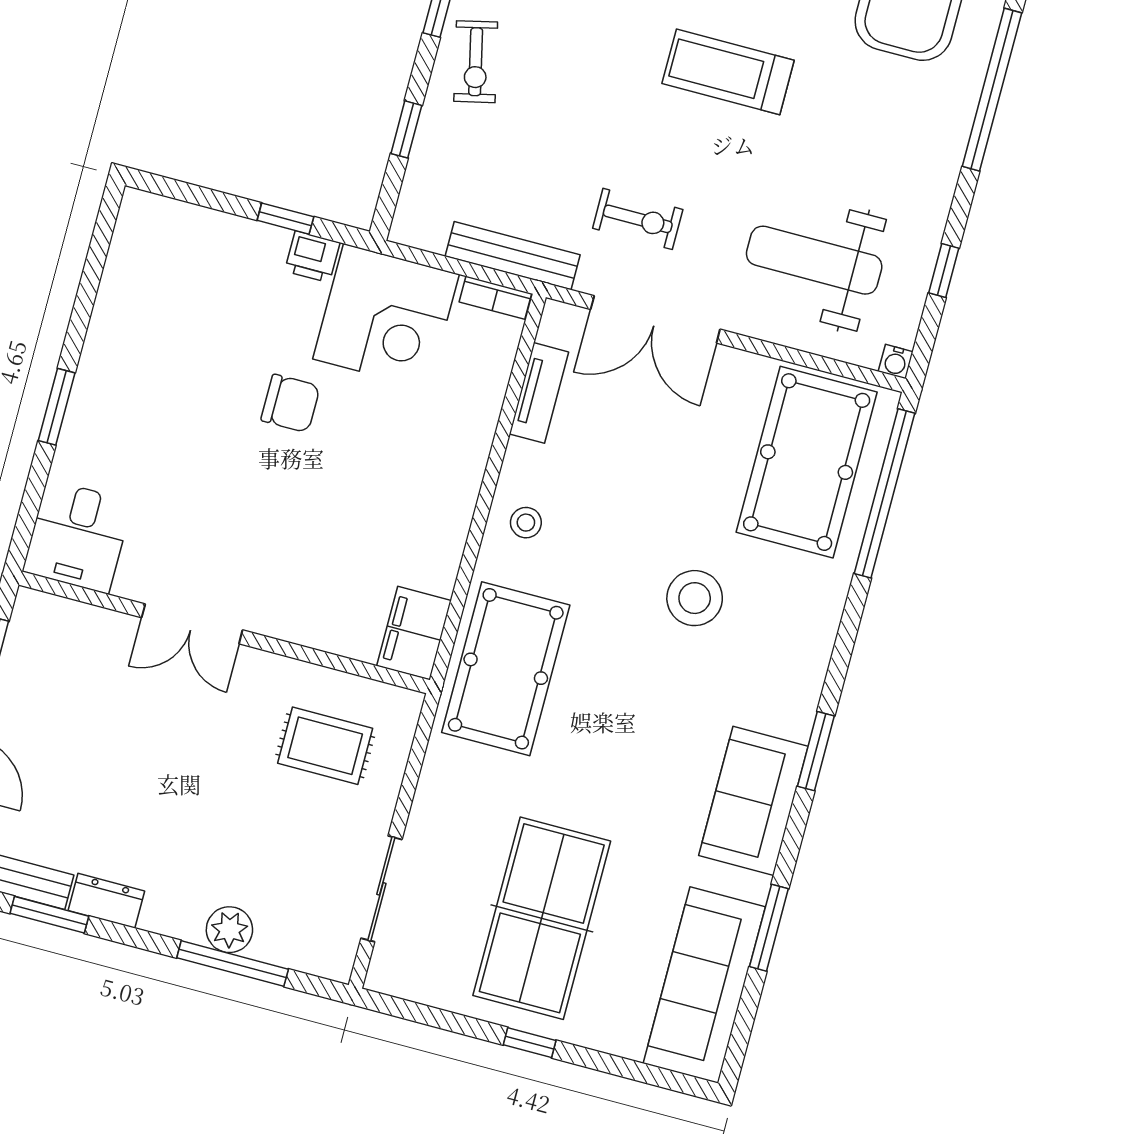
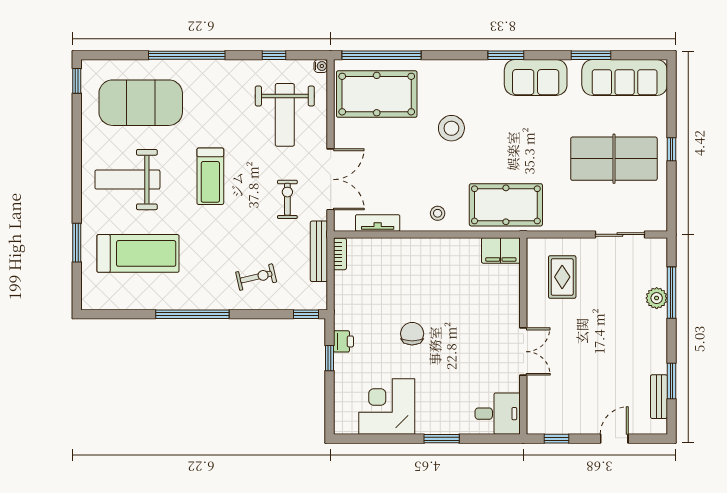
exercise bike: (476, 62) -> (256, 277), moved
window: (406, 129) -> (306, 314), moved
corner desk: (386, 317) -> (387, 407), moved, turned -90
dresser: (106, 901) -> (658, 357), removed

